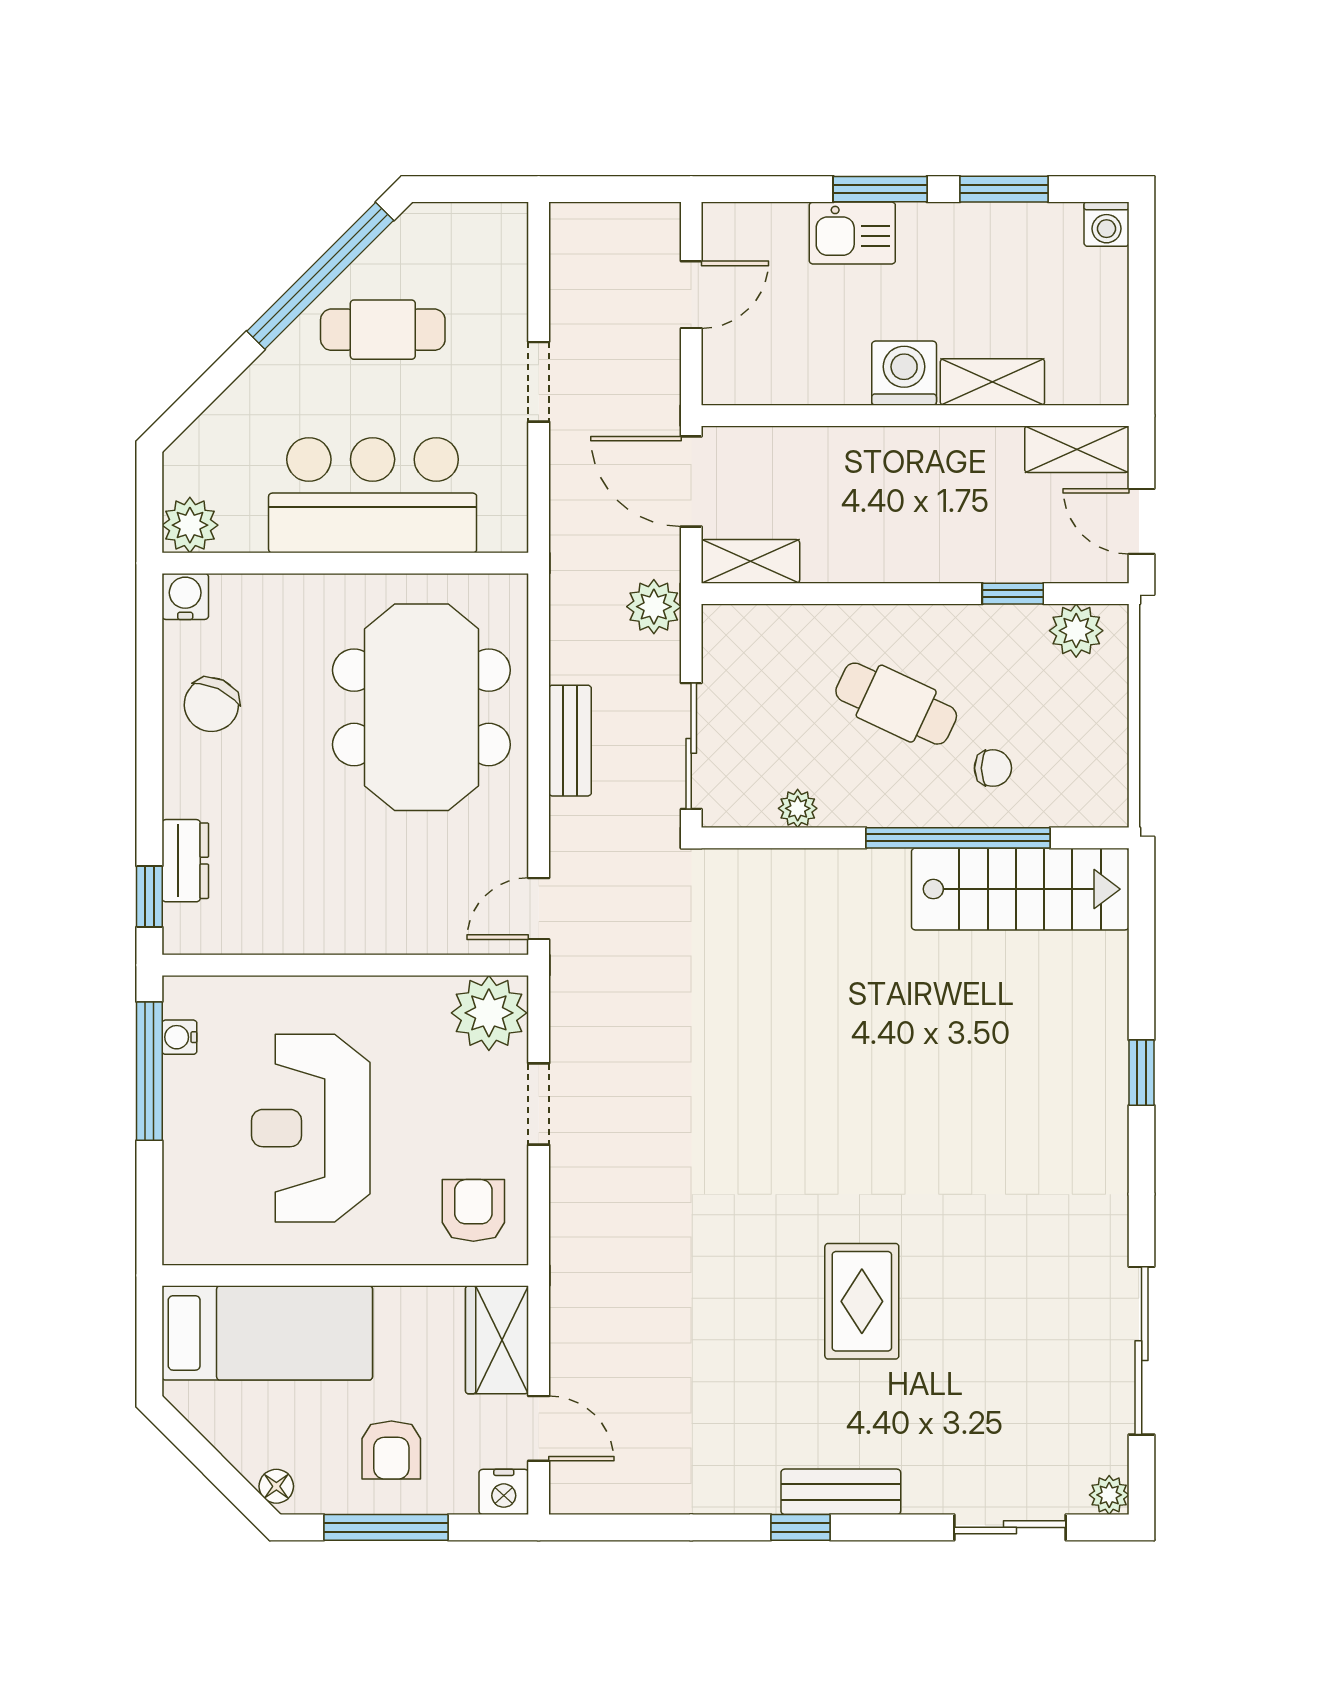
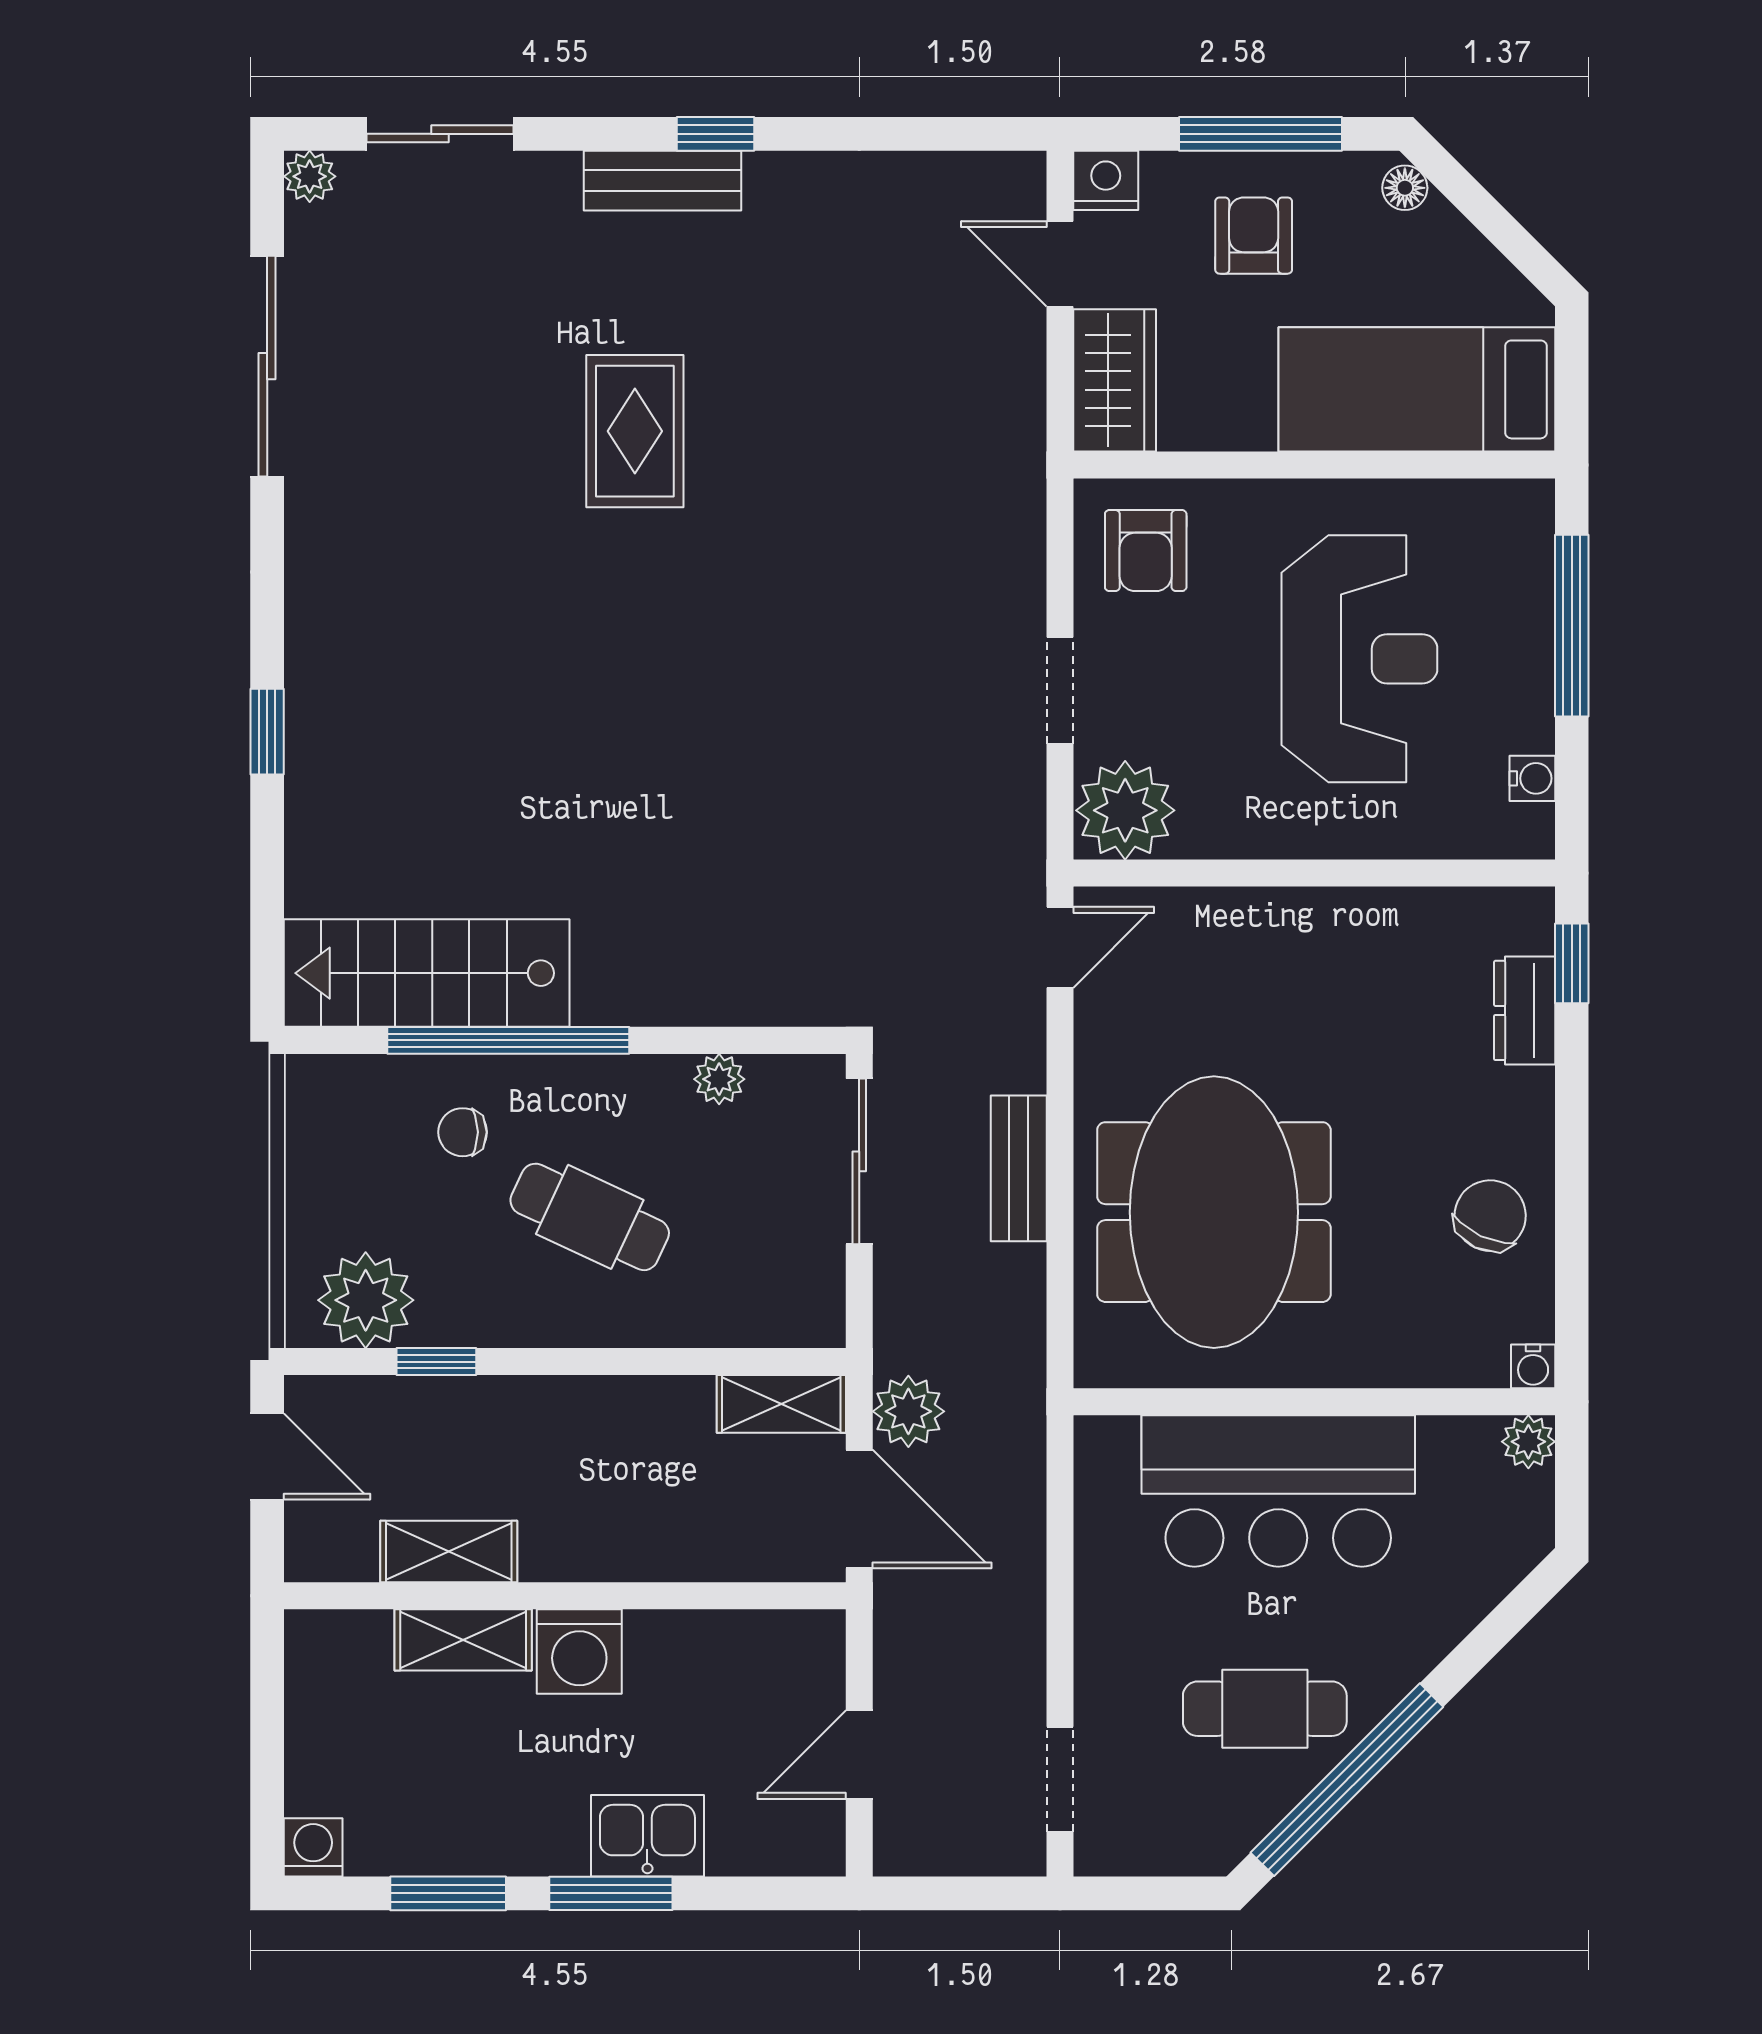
doorway: (539, 382) -> (1060, 1779), moved
shelving: (1077, 449) -> (449, 1552), moved
plant: (190, 525) -> (1528, 1442), width x0.73, depth x0.73
water cooler: (185, 596) -> (1533, 1366), width x0.72, depth x0.72
plant: (654, 607) -> (908, 1411), moved
plant: (1076, 631) -> (366, 1300), width x1.36, depth x1.36
window: (149, 1071) -> (1572, 626), moved

